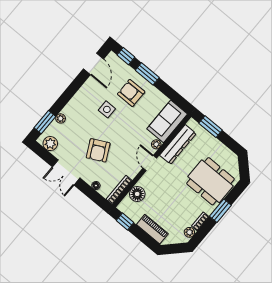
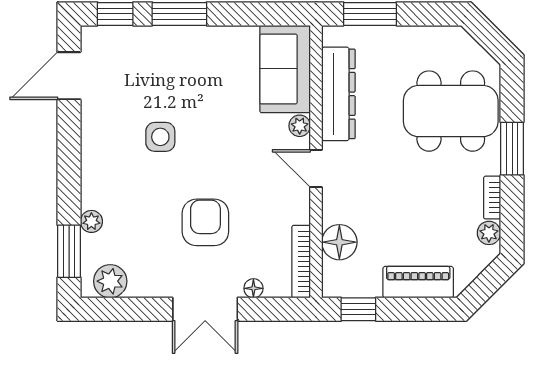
door: (93, 64) -> (69, 76), swing flipped
armchair: (131, 93) -> (179, 72), removed
armchair: (98, 150) -> (205, 222), turned -153
double door: (66, 172) -> (205, 309), moved

